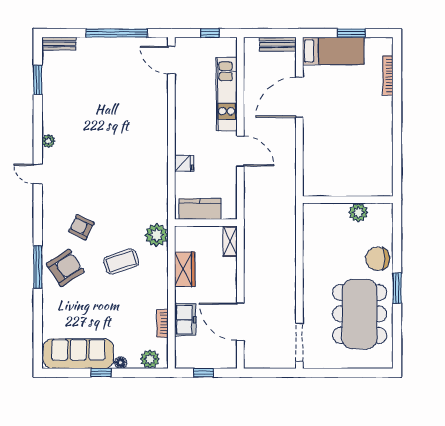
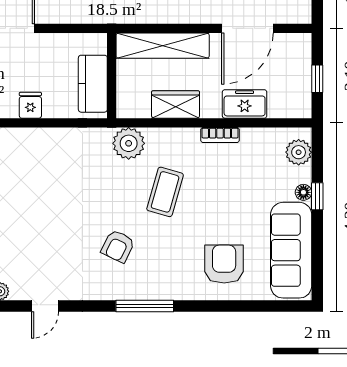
shelving: (230, 241) -> (163, 46), width x2.20, depth x1.33
coffee table: (121, 262) -> (165, 192), turned 34
window: (38, 267) -> (145, 306), moved
armchair: (65, 268) -> (224, 264), moved, turned 33
bookcase: (163, 323) -> (220, 135), moved
window: (101, 373) -> (317, 196), moved

